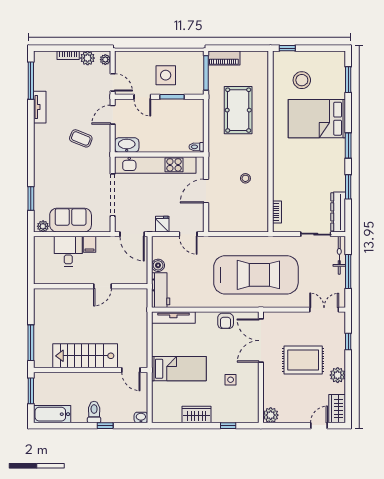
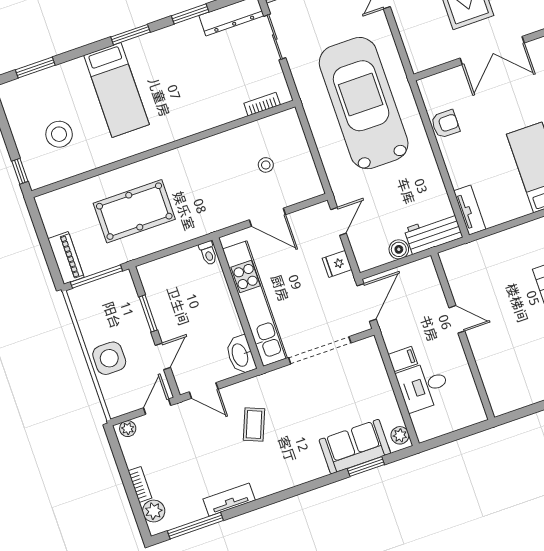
plant: (88, 58) -> (154, 511), moved
side table: (166, 75) -> (109, 358), moved
bed: (317, 119) -> (116, 90), width x0.67
stool: (245, 178) -> (266, 165), moved
sofa: (71, 220) -> (355, 447), moved, turned 90
tv unit: (173, 318) -> (470, 210), width x0.71
double door: (261, 341) -> (492, 50), moved
side table: (231, 380) -> (528, 87), removed

